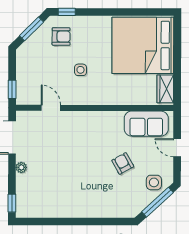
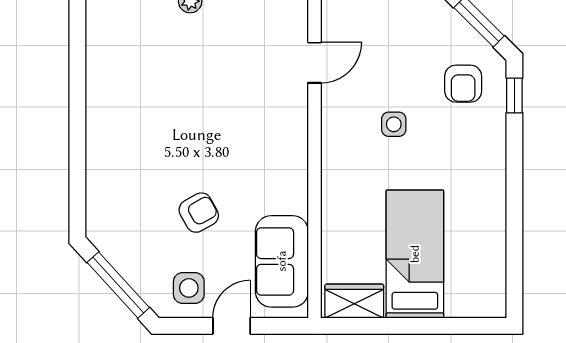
bed: (143, 45) -> (415, 254), width x0.49
side table: (154, 182) -> (189, 288), moved

